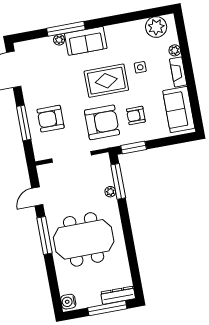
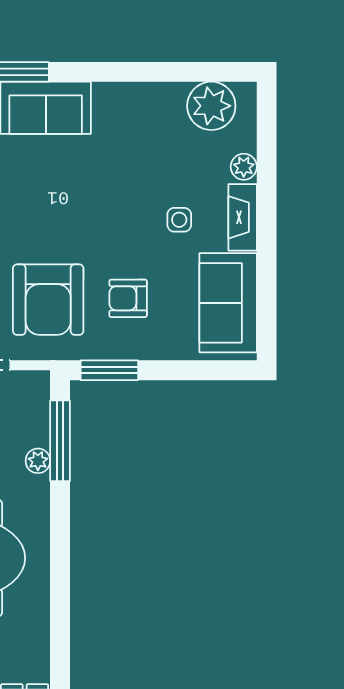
side table: (140, 67) -> (179, 220), moved
rug: (106, 81) -> (76, 207), removed
armchair: (102, 122) -> (48, 300), turned 90

